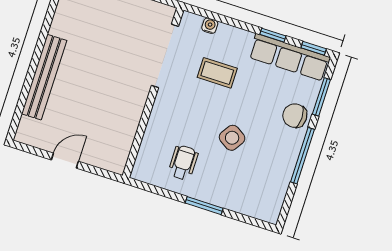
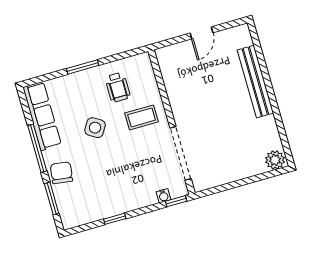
window: (314, 48) -> (176, 201), moved
row of seats: (289, 57) -> (42, 116), moved, turned 90
coffee table: (217, 73) -> (142, 117), moved
chair: (295, 116) -> (61, 173), turned -82

